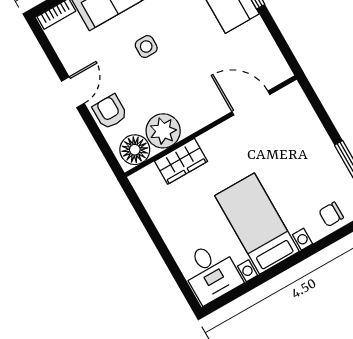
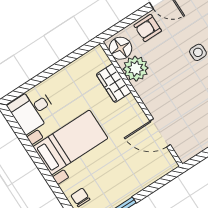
door: (251, 103) -> (160, 133), swing flipped
armchair: (110, 112) -> (148, 28), turned 180

